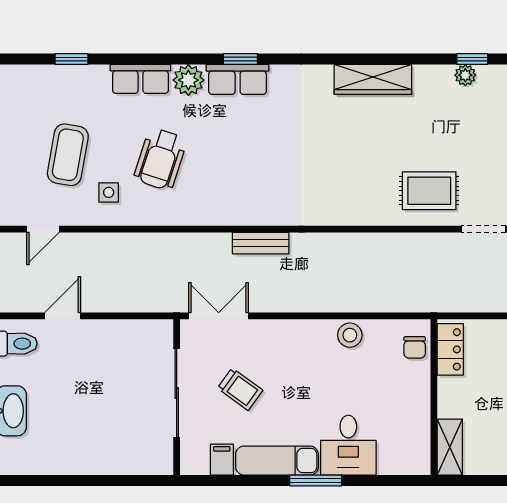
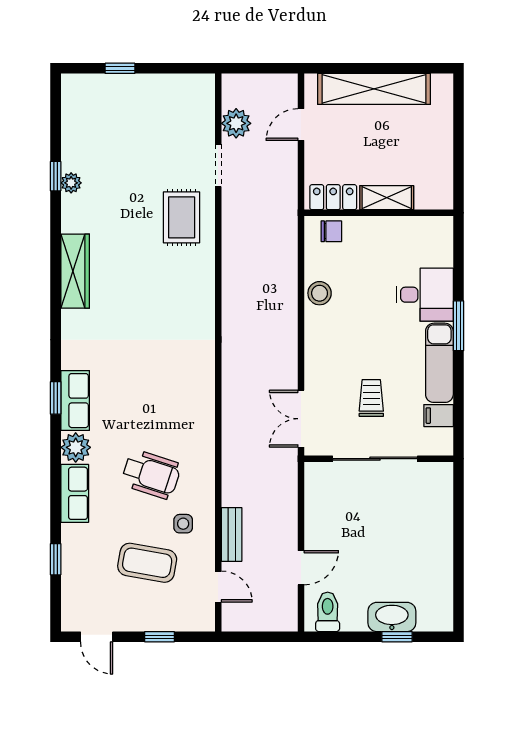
bench: (261, 243) -> (232, 534), moved
door: (63, 316) -> (301, 568), swing flipped
trolley: (240, 389) -> (371, 398), turned -36
shelving: (450, 447) -> (387, 198), moved

